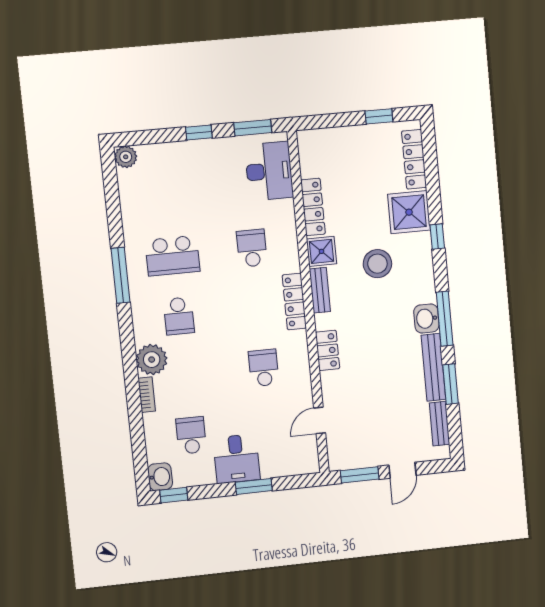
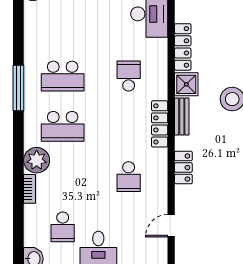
school desk: (179, 316) -> (63, 126), width x1.85
school desk: (264, 368) -> (129, 177), turned 180
school desk: (191, 435) -> (63, 227), turned 180

